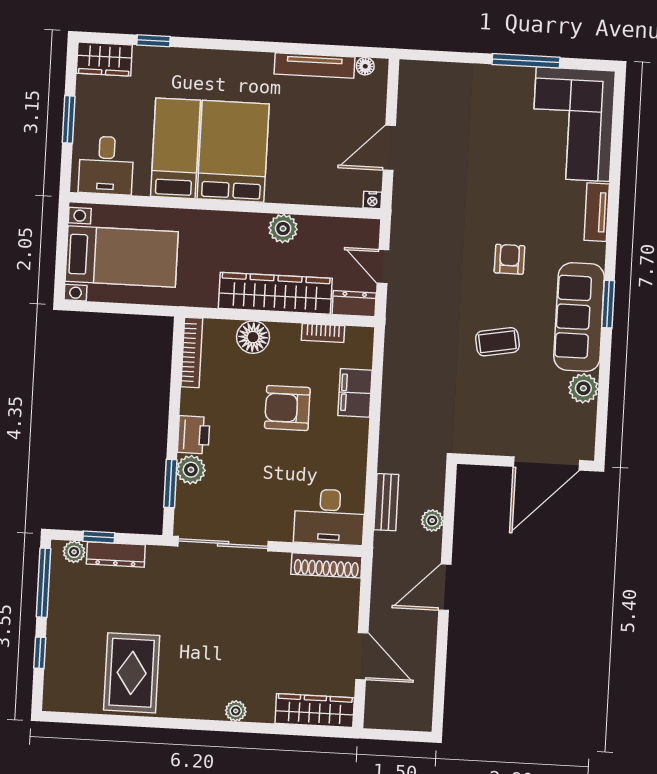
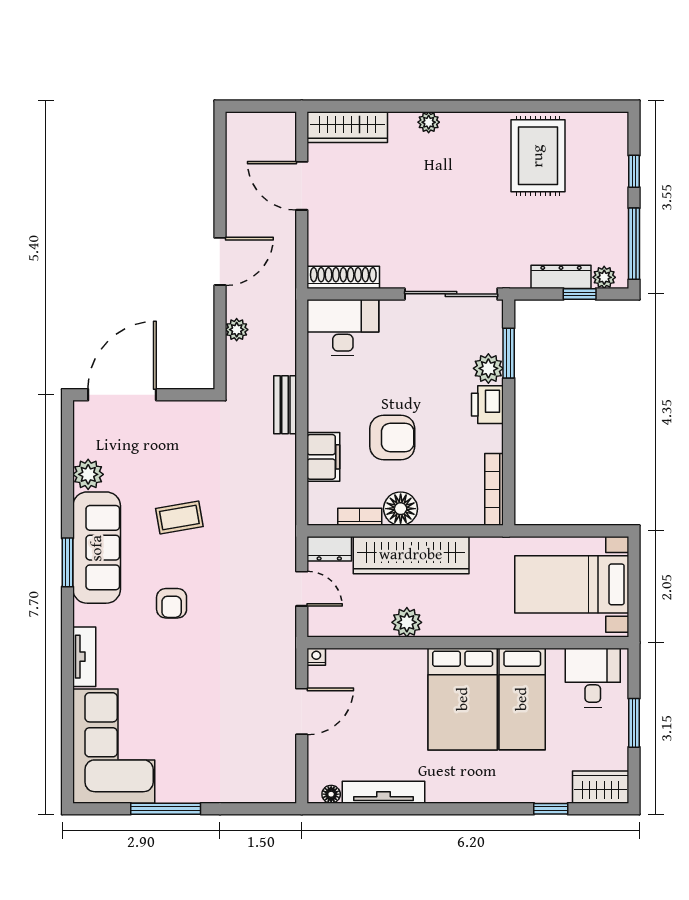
floor lamp: (253, 337) -> (401, 509), moved
bench: (386, 502) -> (285, 405), moved

